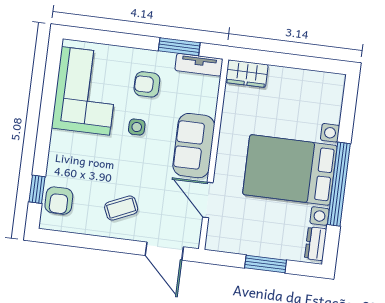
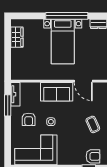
wardrobe: (247, 74) -> (17, 37), moved
bed with nightstands: (290, 170) -> (63, 42), width x0.73
door: (208, 200) -> (83, 81), hinge flipped

